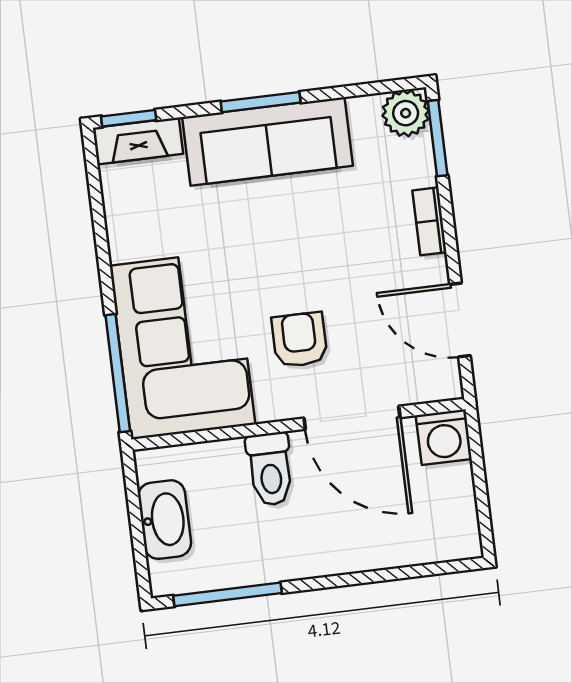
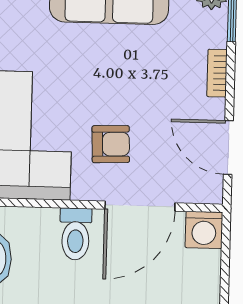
armchair: (299, 340) -> (111, 144), turned 88
door: (352, 418) -> (140, 206), hinge flipped

